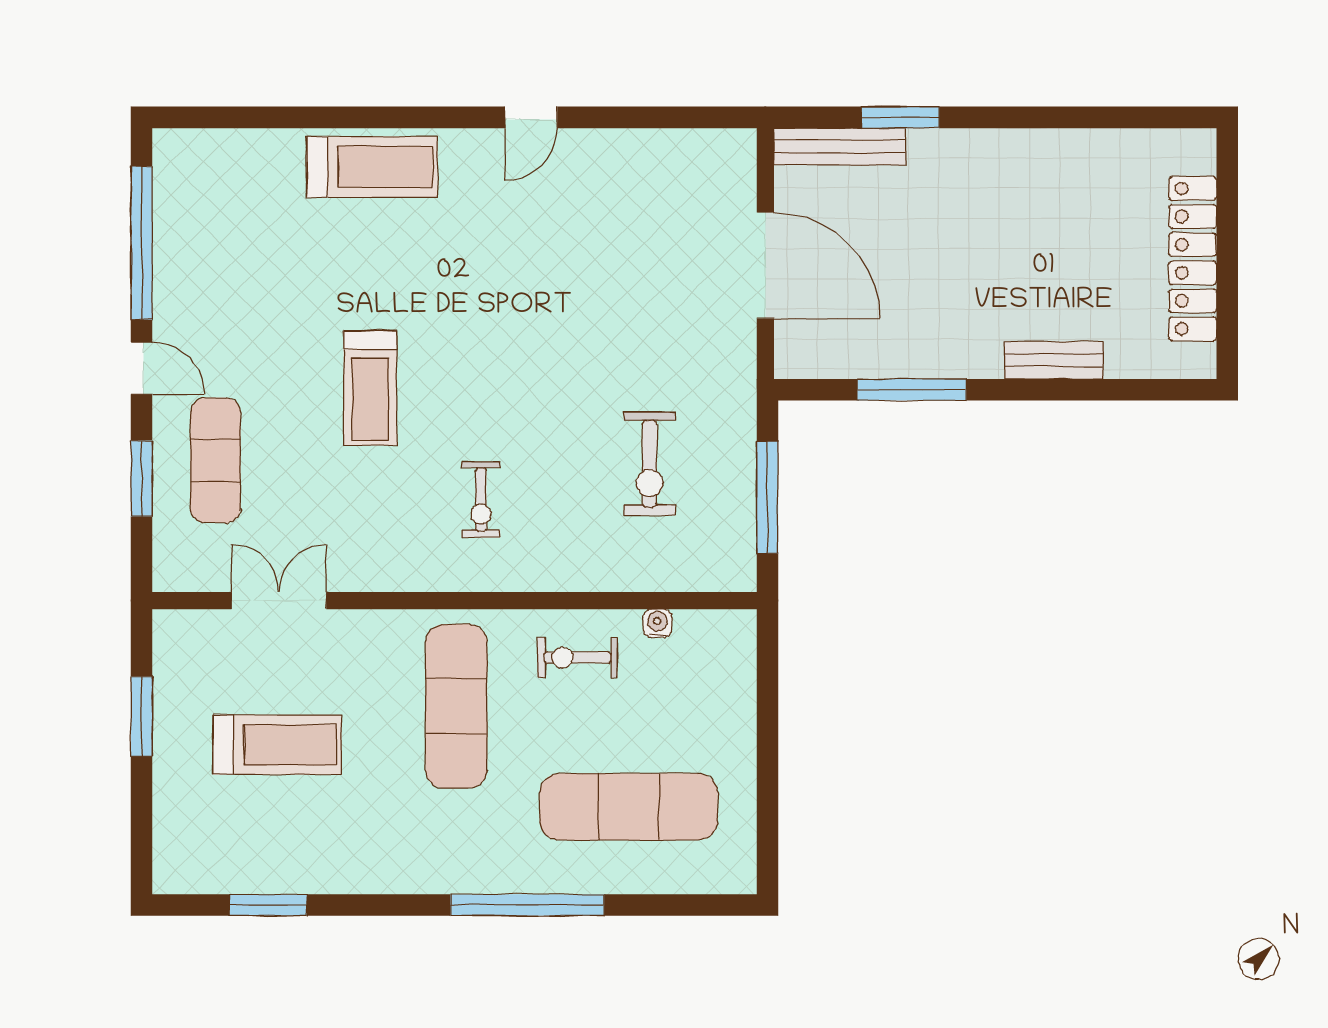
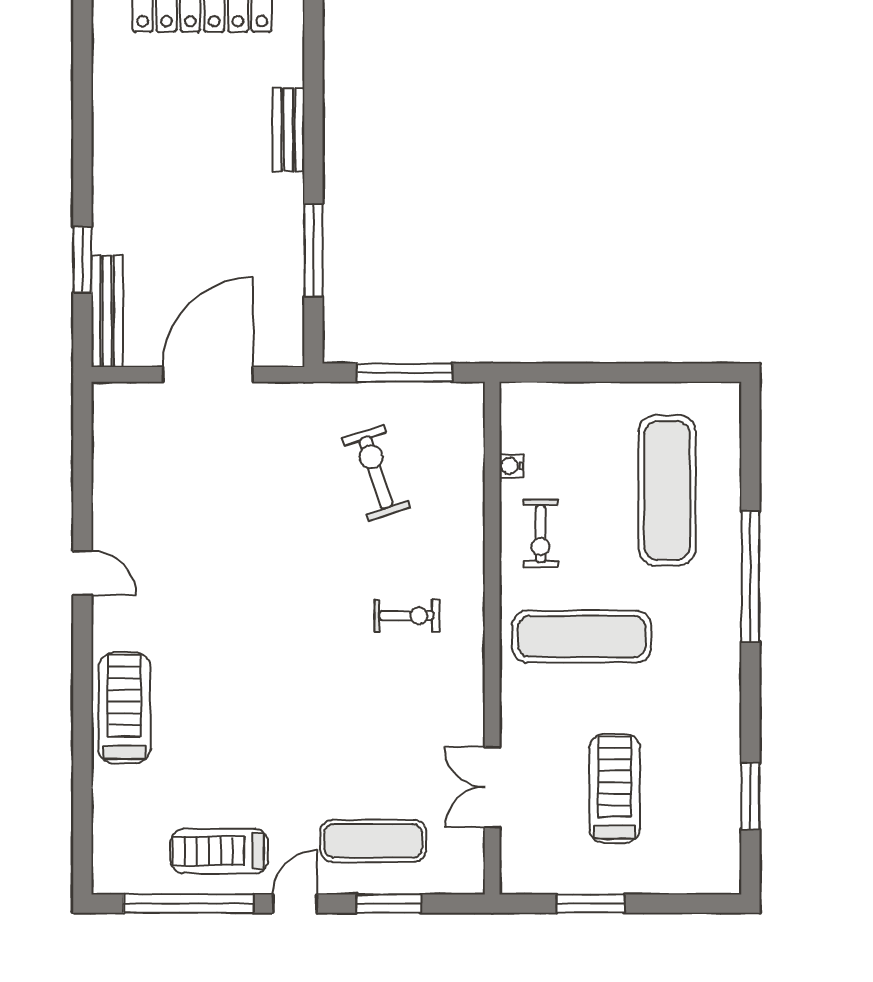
treadmill: (370, 388) -> (219, 851), moved, turned 180
exercise bike: (650, 464) -> (376, 473), turned -108

